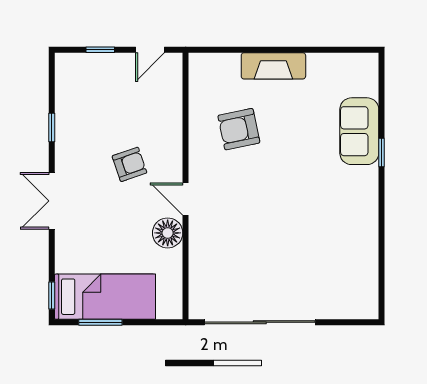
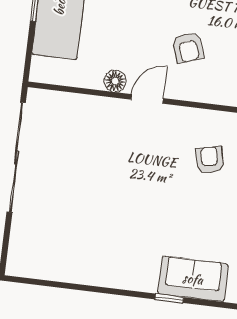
armchair: (239, 129) -> (210, 160), width x0.72, depth x0.72
floor lamp: (168, 233) -> (115, 81), width x0.73, depth x0.73

